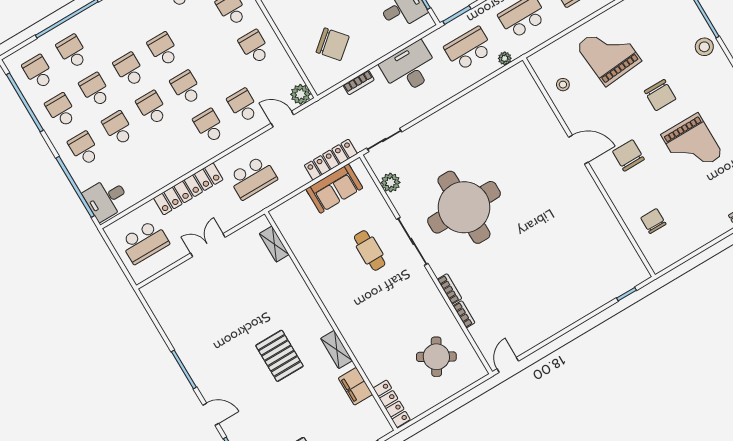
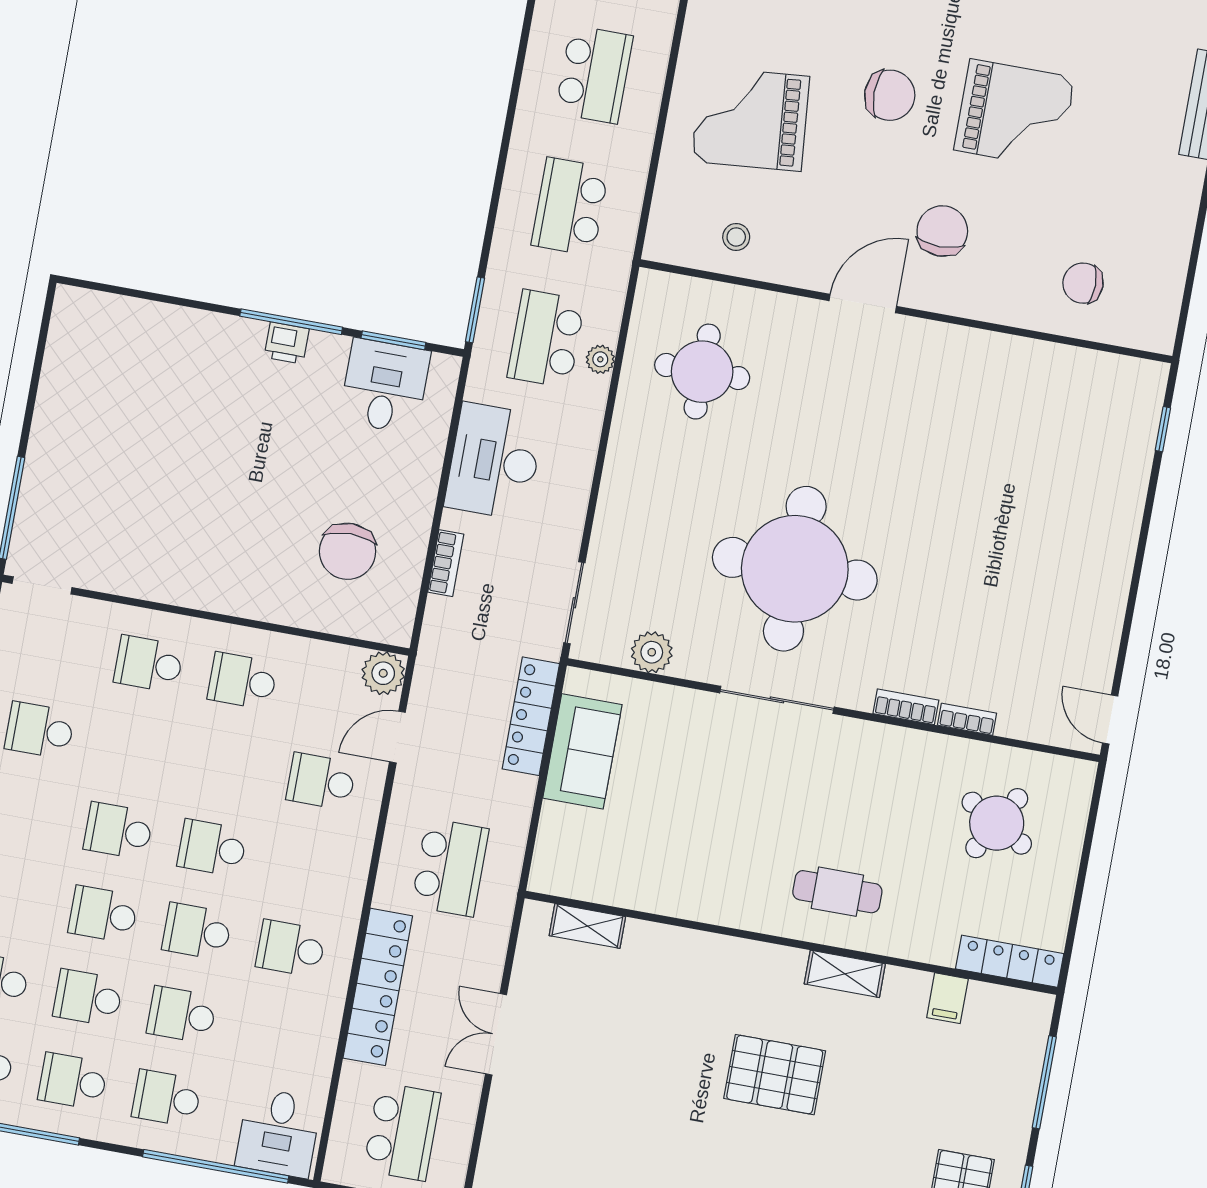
chair: (333, 44) -> (348, 551), turned 130
plant: (505, 58) -> (600, 359), moved
round table: (505, 114) -> (702, 372), added
school desk: (209, 126) -> (291, 948), moved
chair: (628, 155) -> (942, 231), turned 90
cafe table: (370, 250) -> (837, 892), moved
filing cabinet: (355, 386) -> (947, 998), width x0.50

